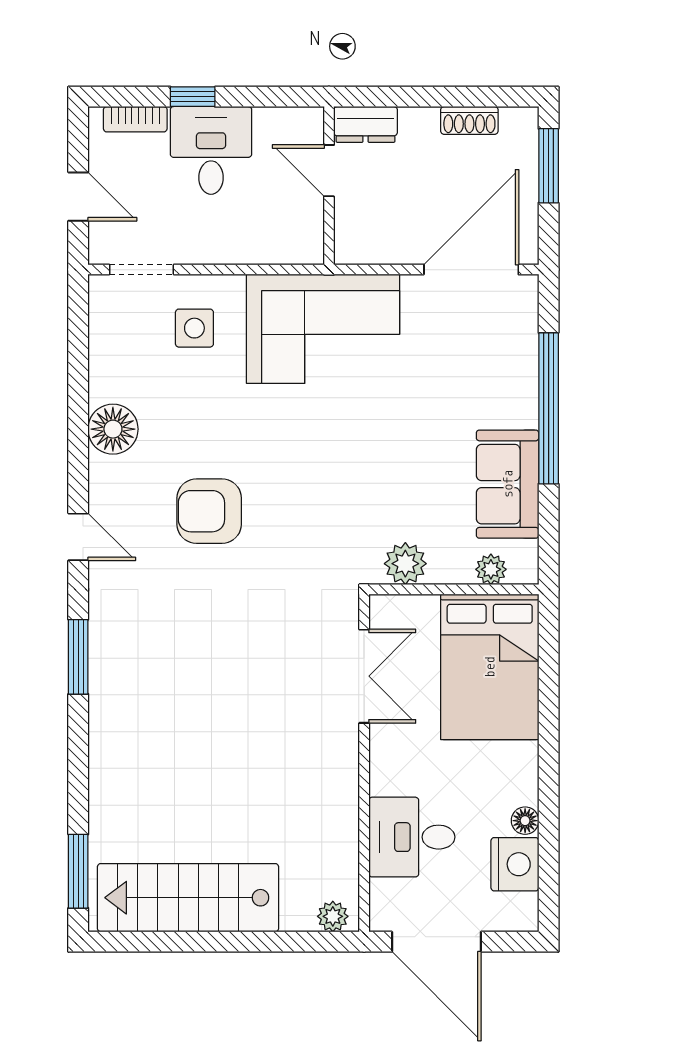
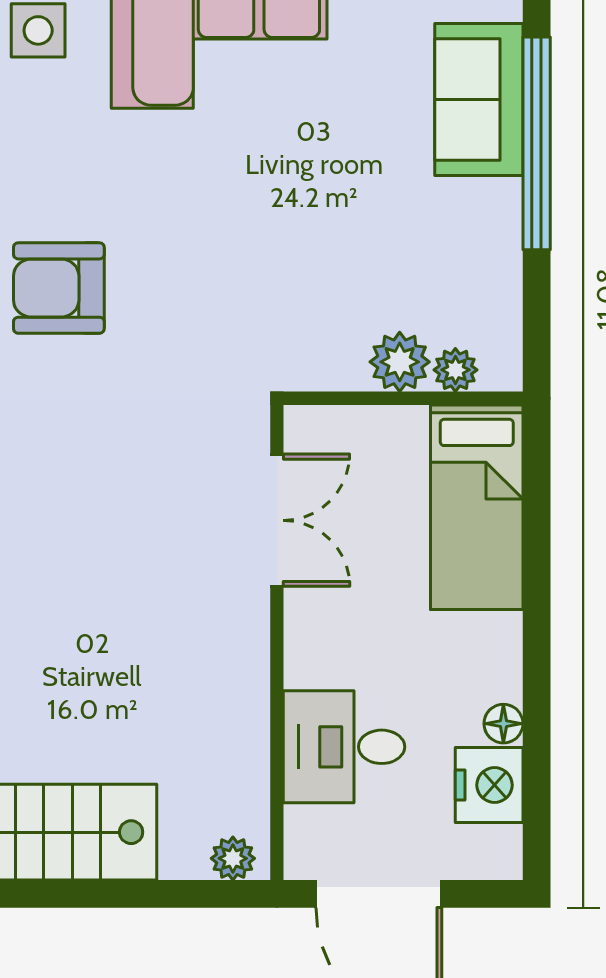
sofa: (508, 484) -> (479, 99), moved
plant: (405, 564) -> (400, 362), moved
bed: (490, 667) -> (477, 507), width x0.67

